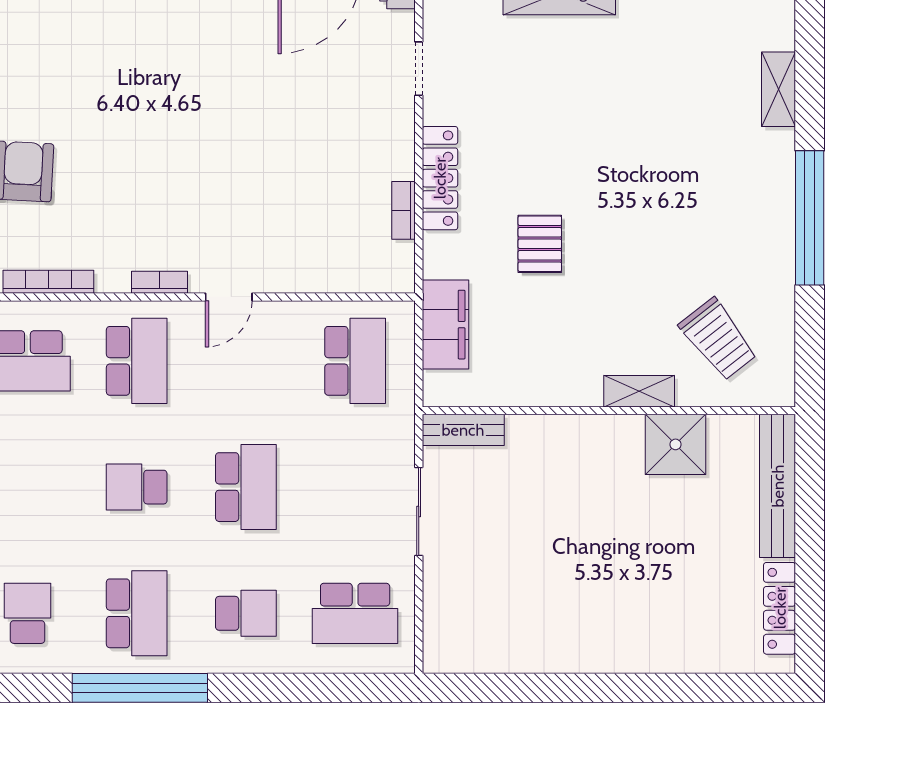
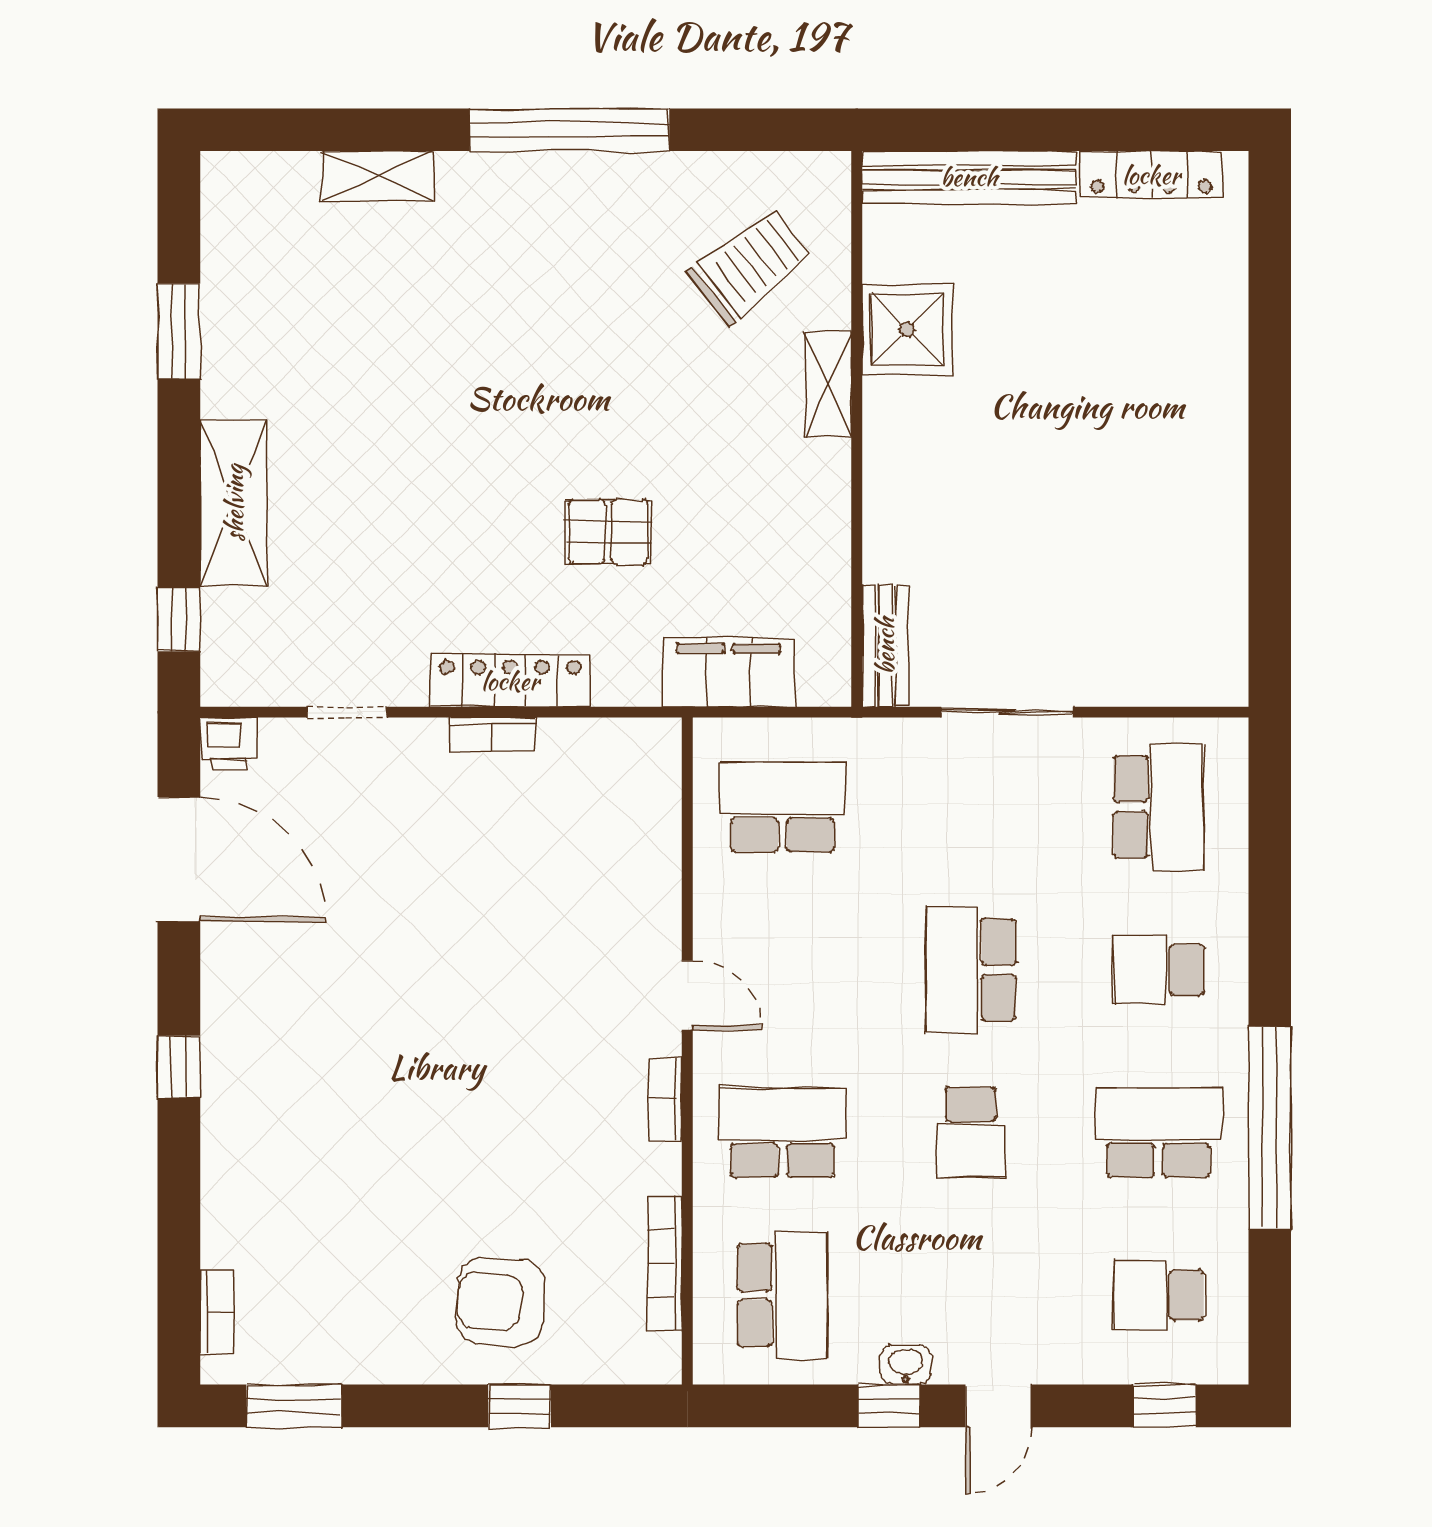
bookcase: (404, 210) -> (492, 735), moved
school desk: (246, 487) -> (971, 970), turned -90
school desk: (246, 613) -> (1159, 970), turned -90

